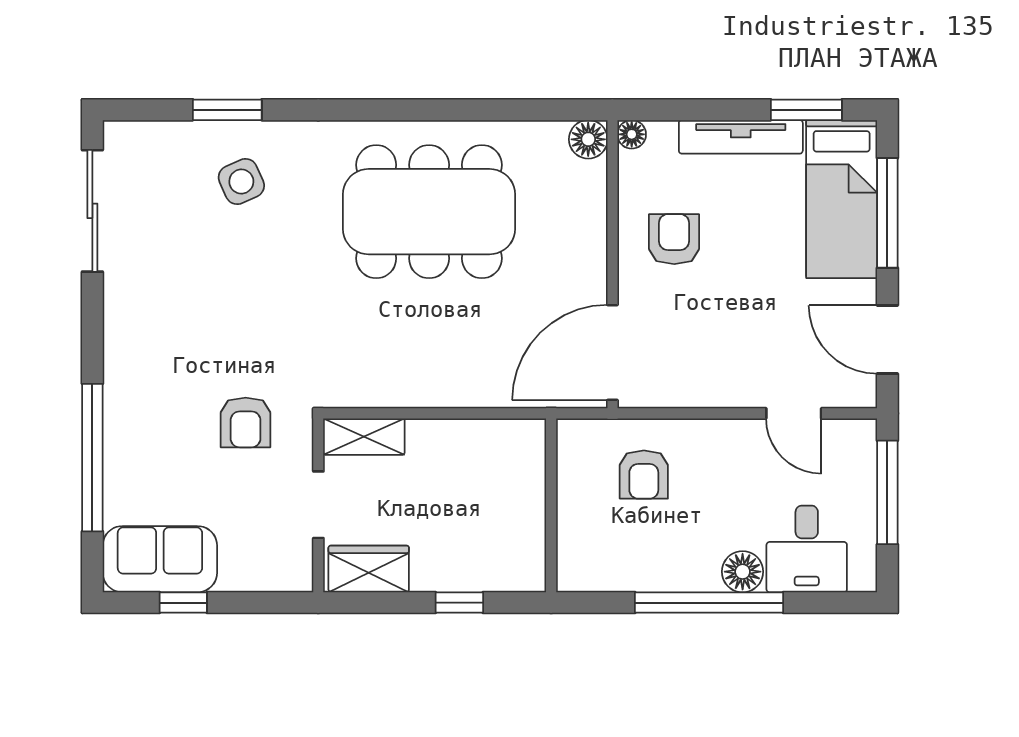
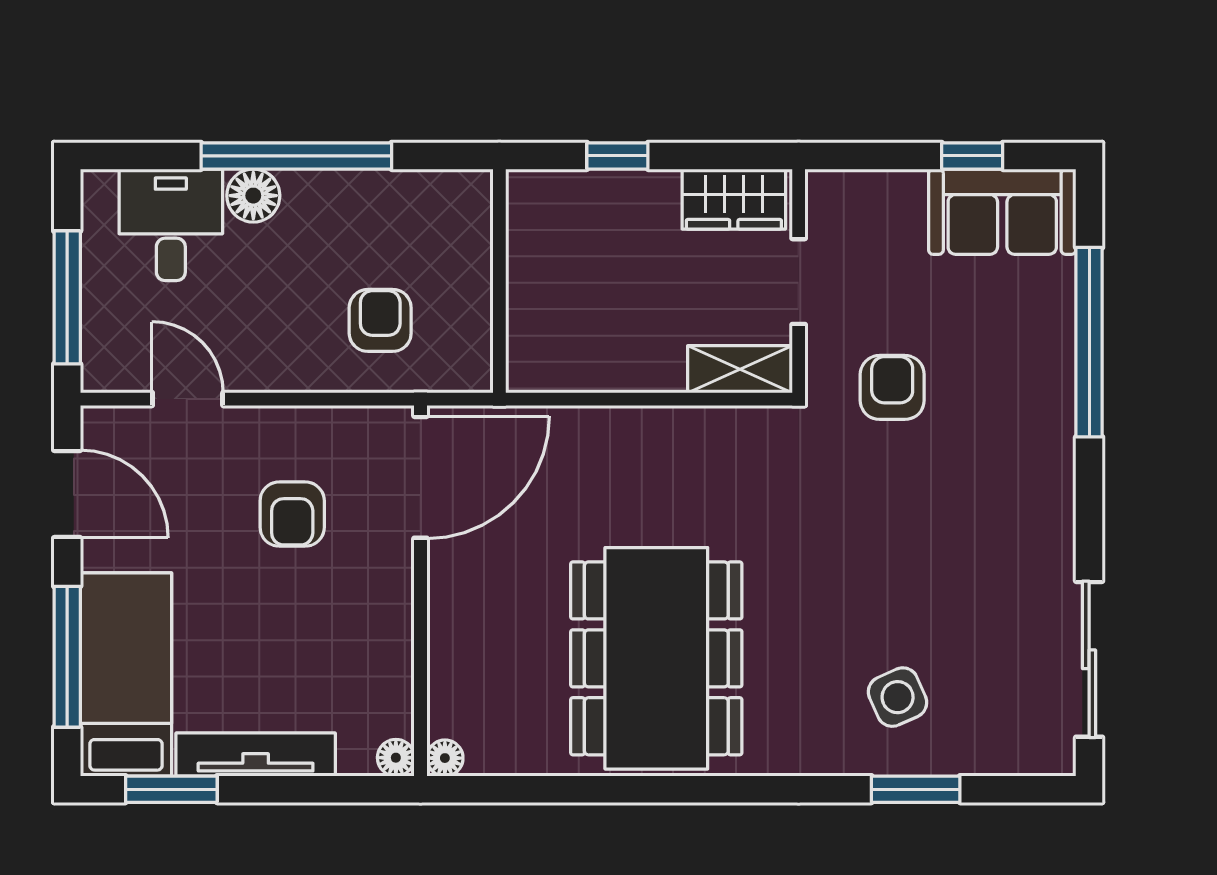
floor lamp: (588, 139) -> (445, 758), width x0.73, depth x0.73
dining table: (429, 212) -> (656, 658), turned 90
armchair: (674, 239) -> (292, 514), moved

